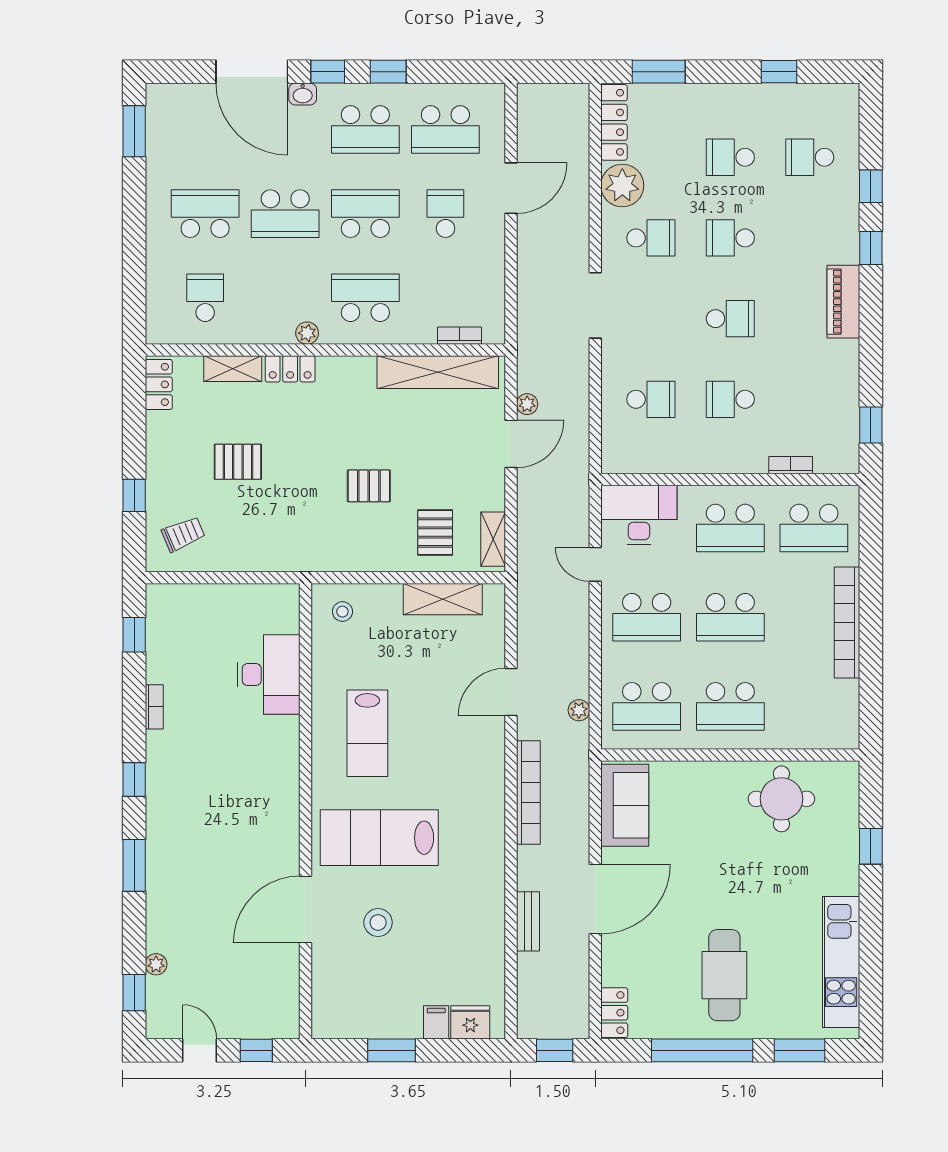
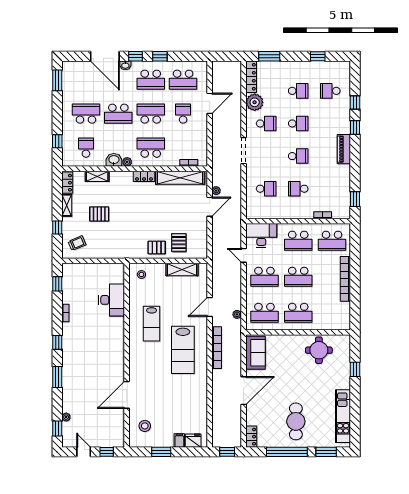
school desk: (730, 157) -> (298, 91), turned 180
school desk: (730, 238) -> (298, 123), turned 180
window: (134, 282) -> (57, 141), added
washbasin: (274, 328) -> (114, 160), added
locker: (290, 369) -> (144, 176), moved
pallet: (369, 486) -> (157, 248), moved
shelving: (493, 539) -> (67, 205), moved
lab bench: (379, 838) -> (183, 350), moved, turned -90
bench: (528, 921) -> (216, 400), removed
stool: (378, 922) -> (145, 426), moved

